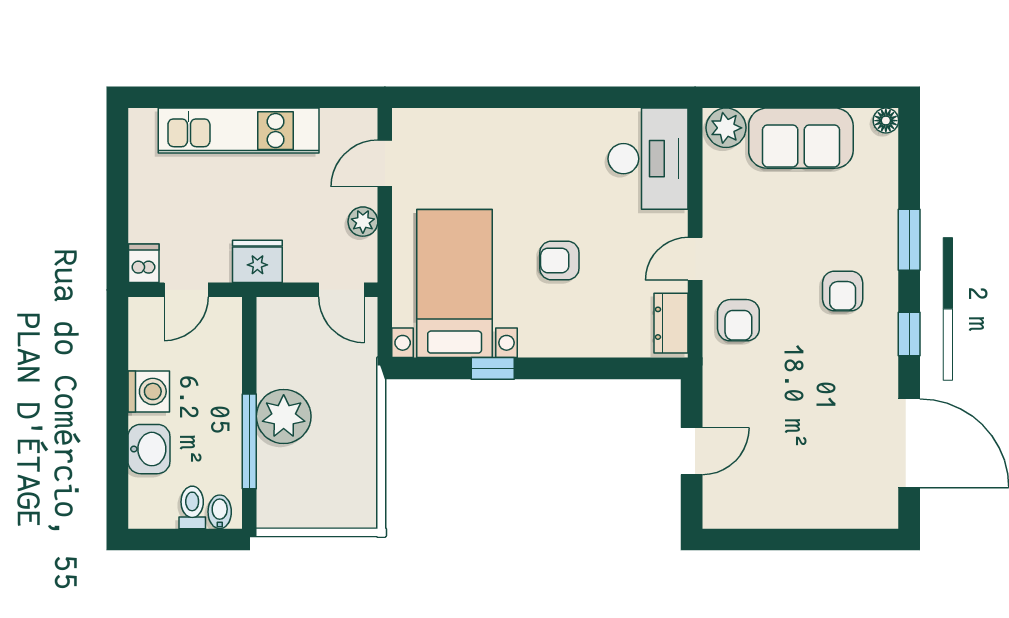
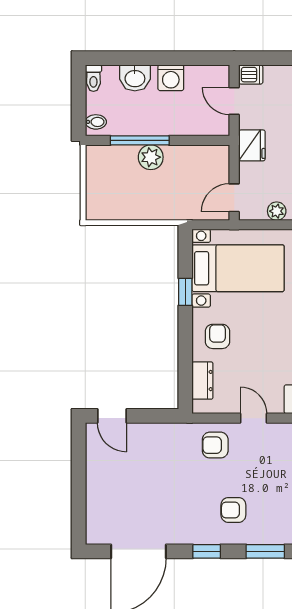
armchair: (559, 260) -> (217, 336), moved
dresser: (671, 323) -> (202, 381), moved, turned 90
plant: (284, 416) -> (151, 157), width x0.73, depth x0.73
door: (692, 451) -> (112, 416), moved
toilet: (192, 507) -> (93, 78), moved, turned 90

